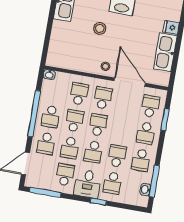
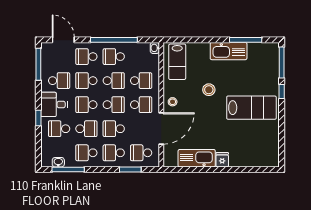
lab bench: (67, 55) -> (177, 62), added
school desk: (150, 106) -> (141, 153), turned 180
school desk: (122, 129) -> (114, 129), added

